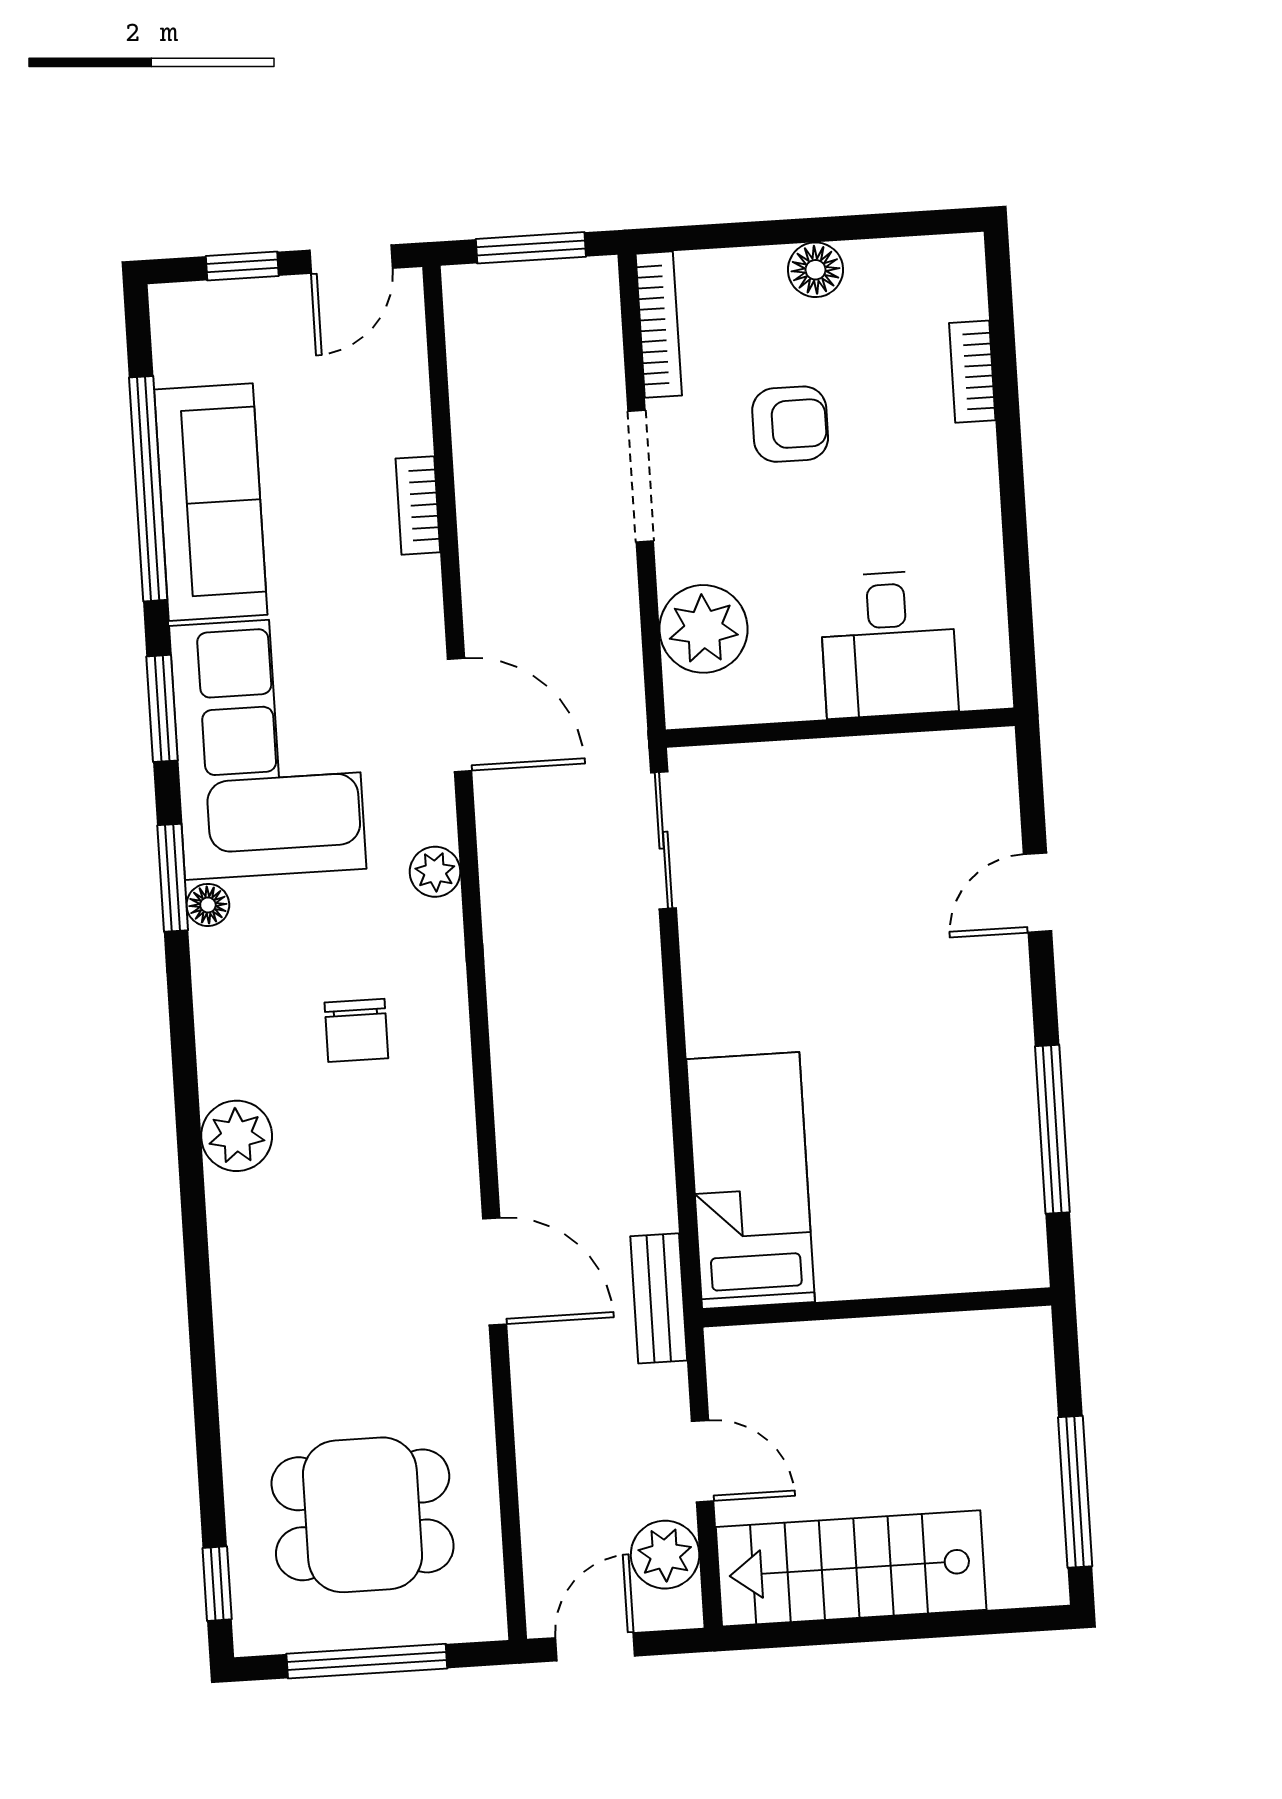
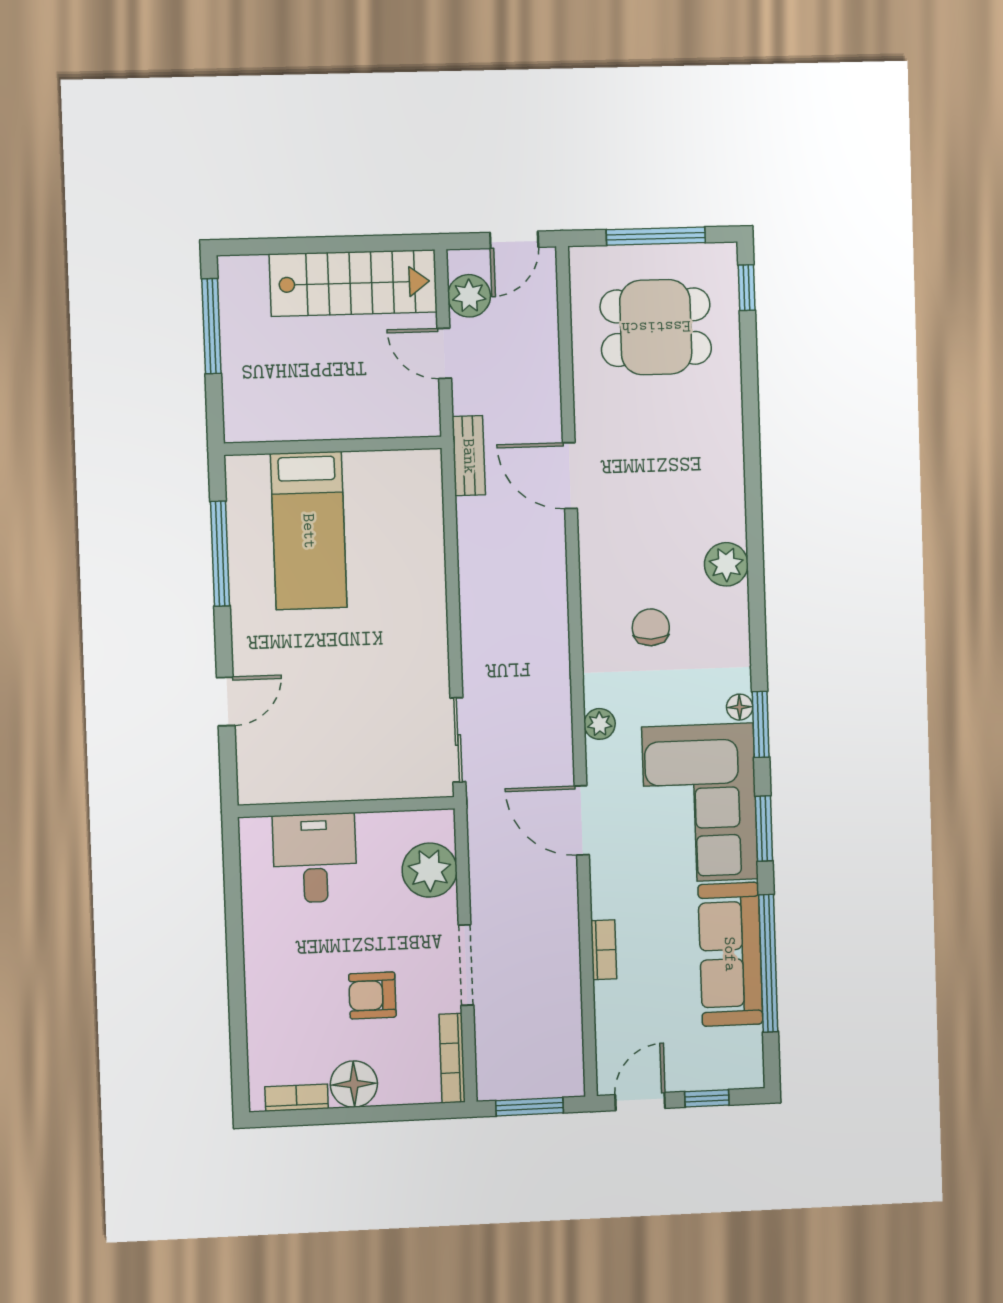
floor lamp: (815, 270) -> (354, 1084), width x1.38, depth x1.38
bookcase: (972, 372) -> (297, 1098), moved, turned -90
bed: (751, 1181) -> (309, 531), moved

